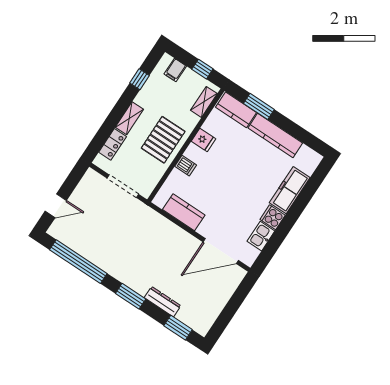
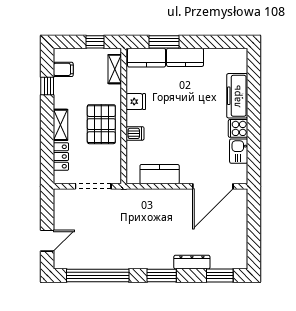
filing cabinet: (175, 70) -> (63, 69), moved, turned -90
kitchen counter: (275, 135) -> (185, 57), width x0.67

